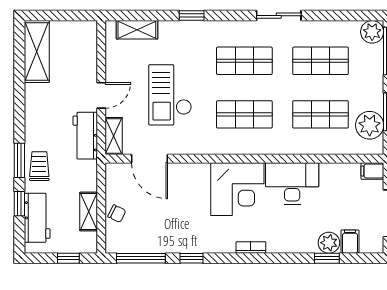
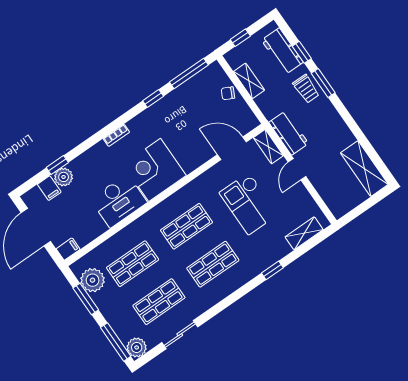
sliding door: (279, 16) -> (180, 335), moved
checkout: (170, 95) -> (249, 204), turned 180

